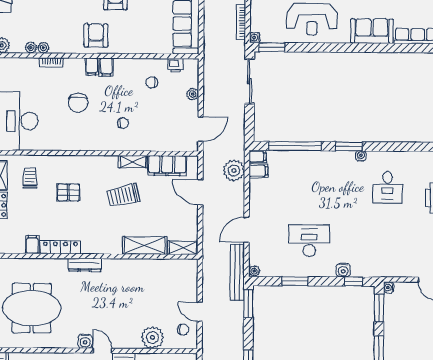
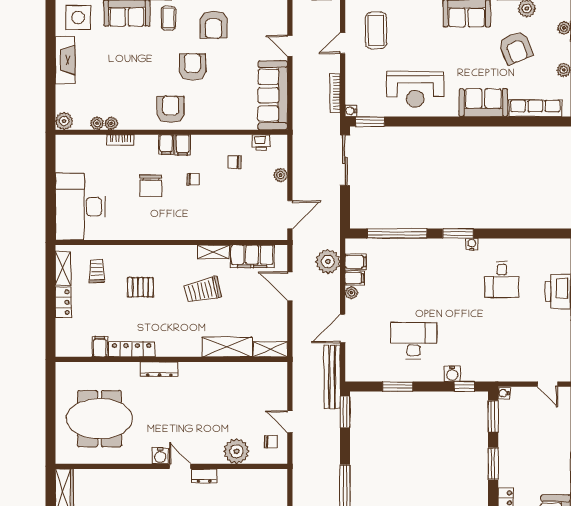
chair: (123, 123) -> (193, 179), moved
filing cabinet: (257, 157) -> (354, 278), moved
plant: (254, 271) -> (351, 293), moved

